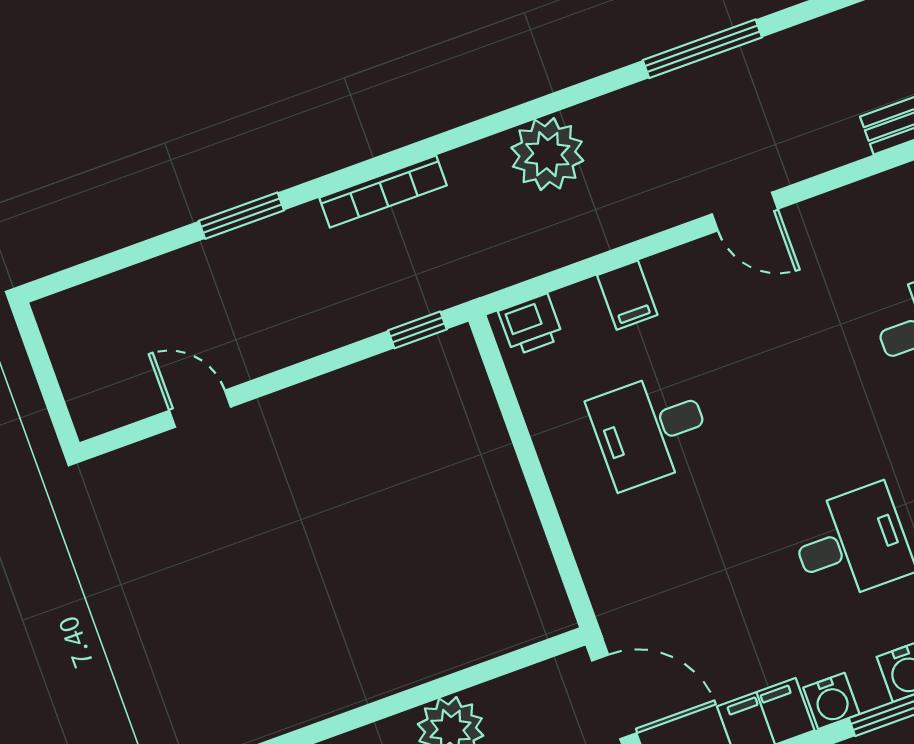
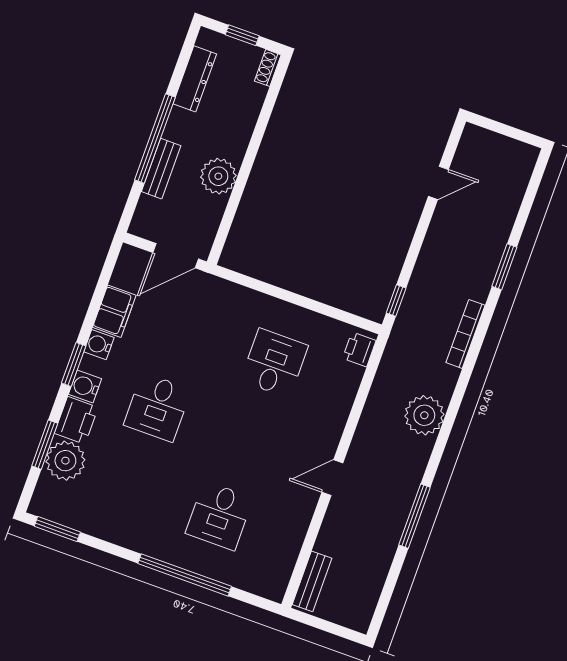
filing cabinet: (627, 295) -> (338, 400), removed

